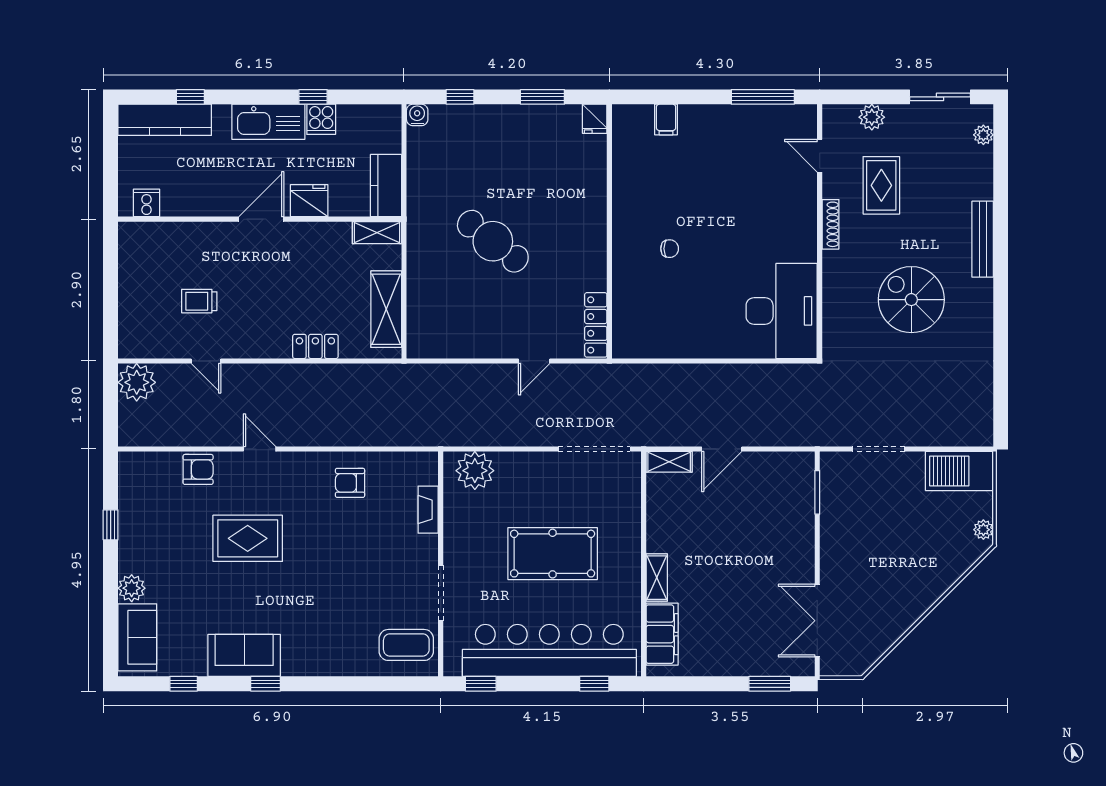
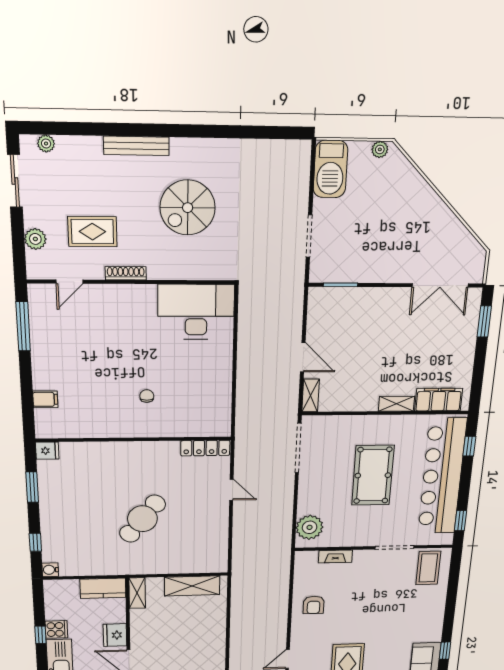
locker: (315, 346) -> (218, 628), removed

